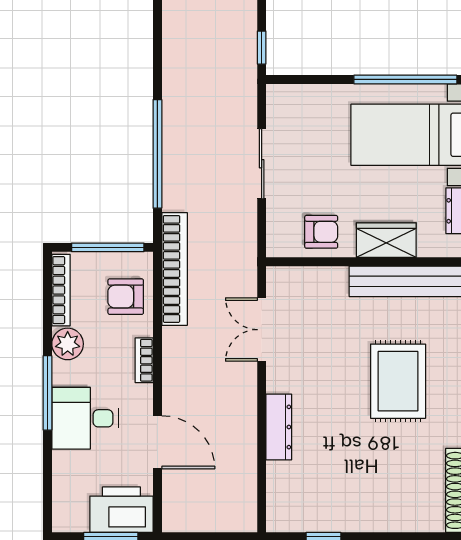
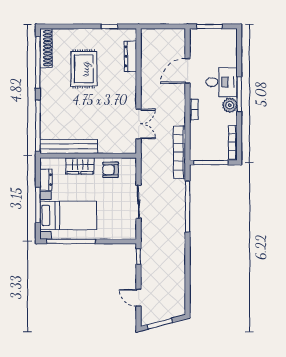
armchair: (126, 297) -> (202, 139), removed
plant: (68, 344) -> (230, 105), moved
rug: (398, 381) -> (84, 69), moved
dresser: (279, 427) -> (130, 56), moved
door: (157, 442) -> (188, 71), hinge flipped
printer: (121, 510) -> (204, 39), removed

